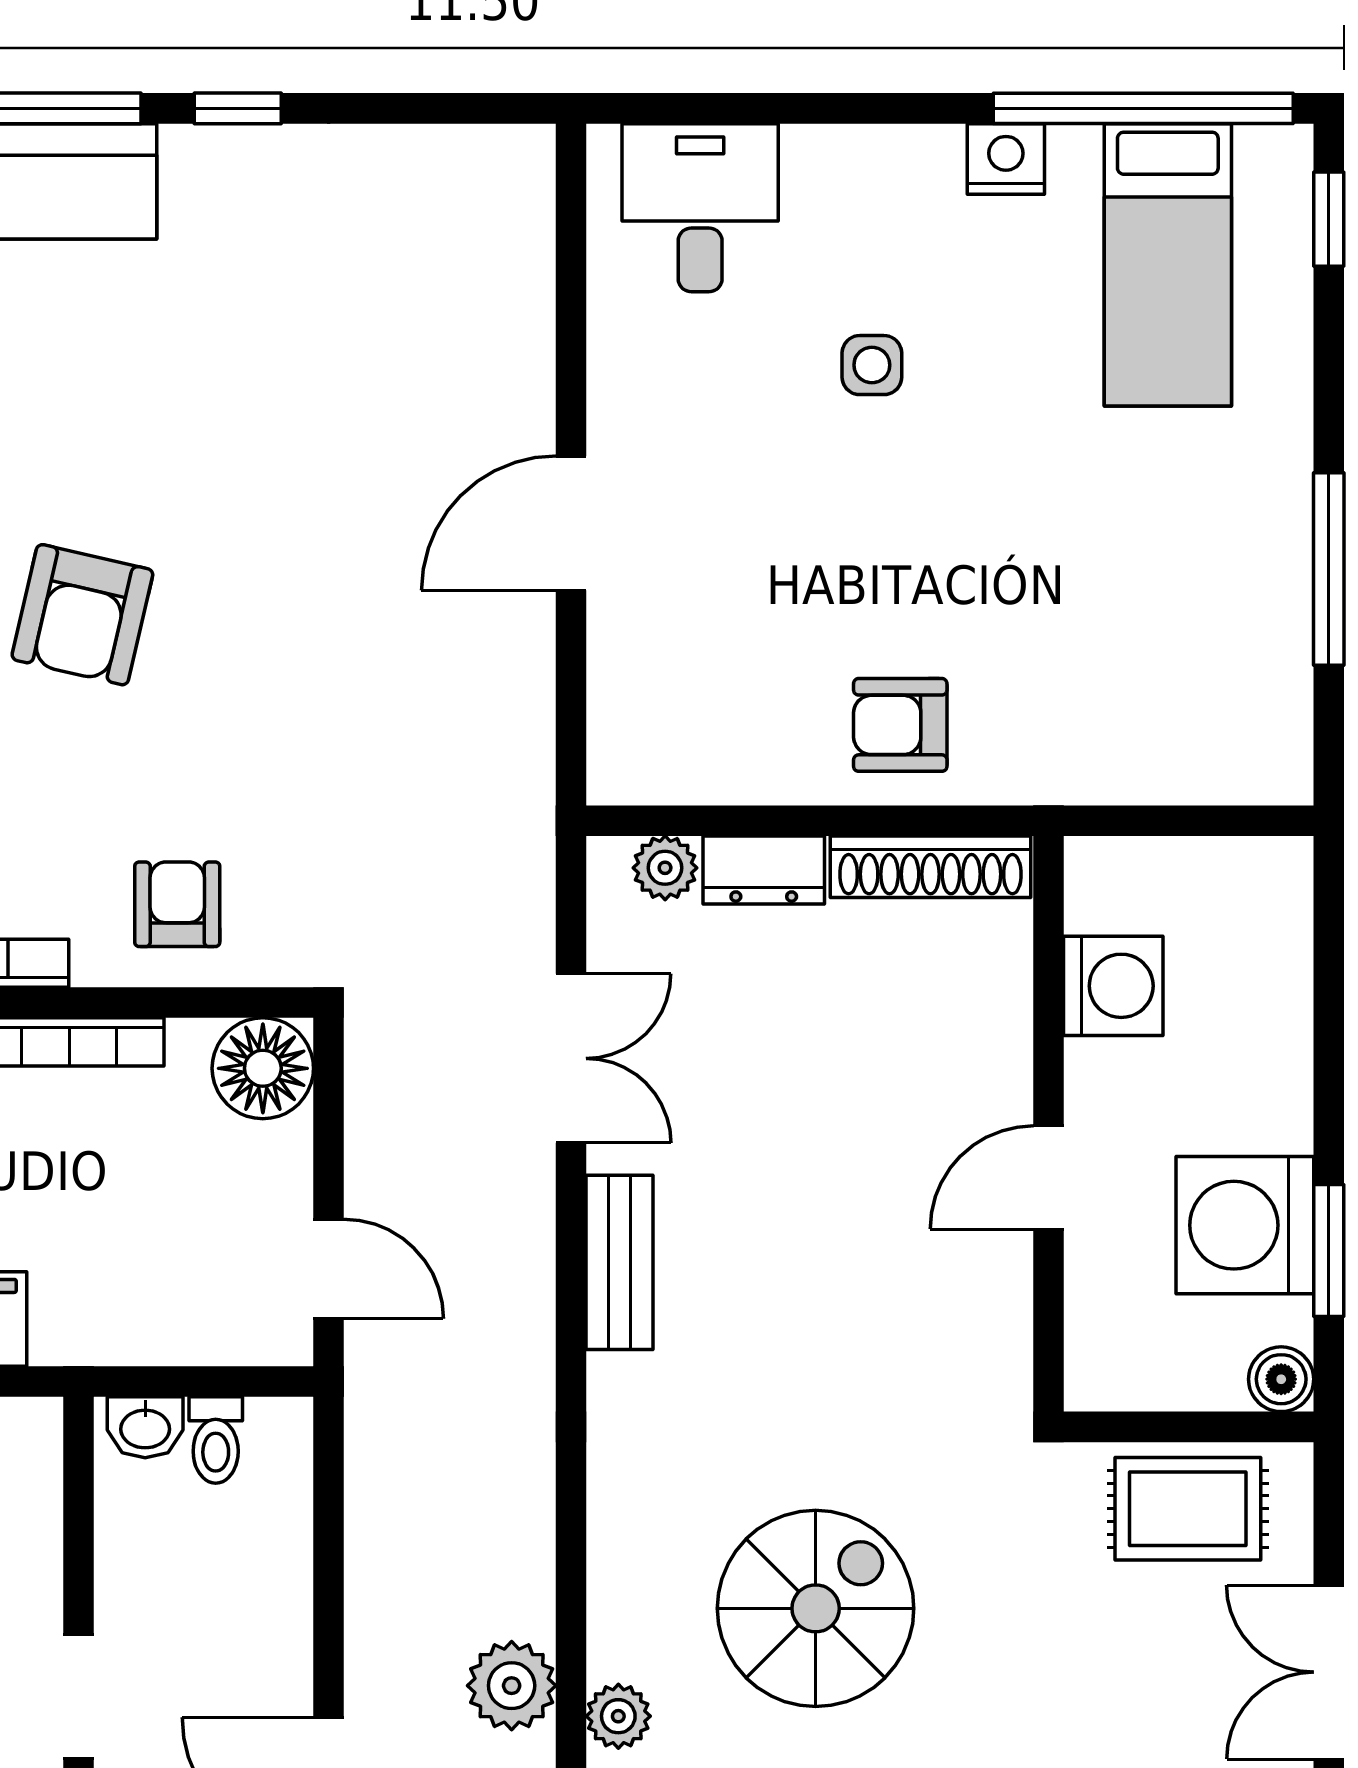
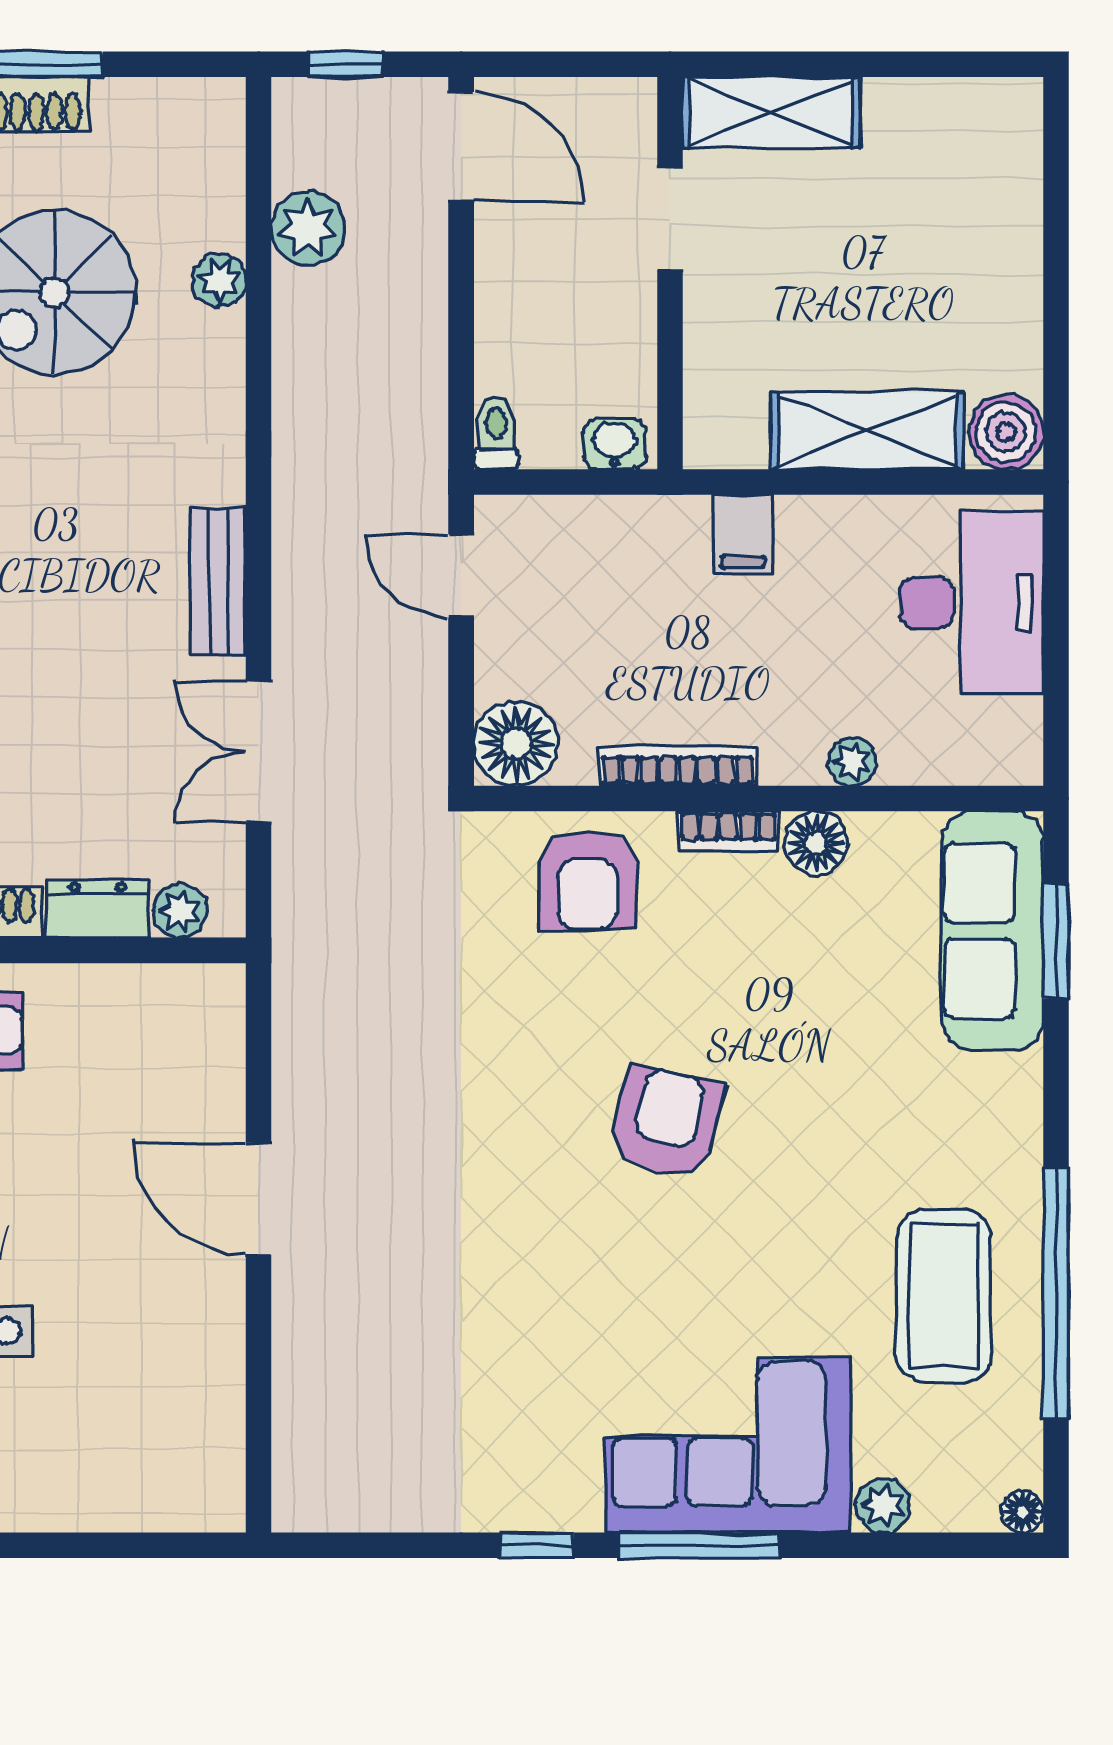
desk: (700, 208) -> (151, 1462), removed
door: (571, 523) -> (259, 1199), swing flipped
armchair: (177, 904) -> (587, 881), width x1.38, depth x1.38
toilet: (216, 1440) -> (496, 433), moved
plant: (618, 1716) -> (219, 280), moved

